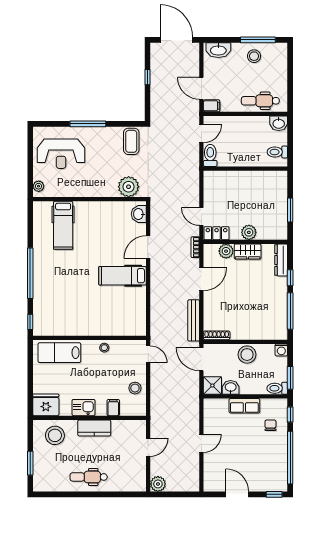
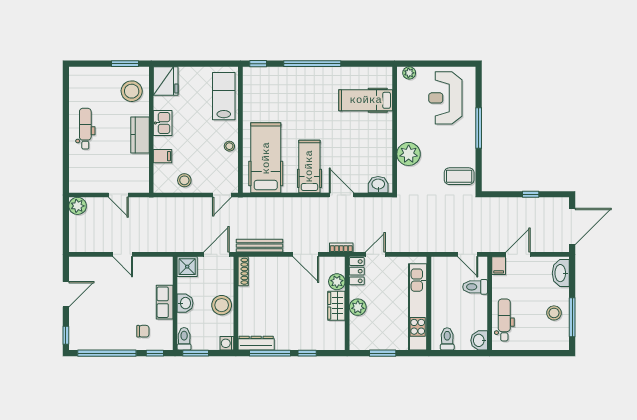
toilet: (210, 155) -> (475, 287), moved, turned 180
kitchen unit: (249, 179) -> (418, 307), added
plant: (129, 187) -> (409, 154), moved
dresser: (281, 260) -> (256, 343), moved
hospital bed: (115, 315) -> (266, 158), added
washbasin: (231, 387) -> (185, 303), moved
window: (30, 463) -> (125, 64), moved

